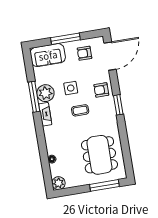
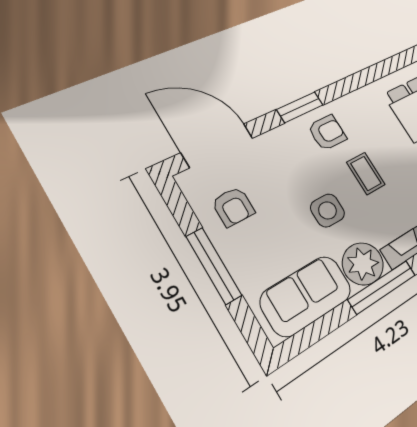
sofa: (48, 55) -> (306, 296), moved, turned -90
armchair: (101, 90) -> (327, 133), moved, turned -90
window: (118, 105) -> (300, 107), moved

